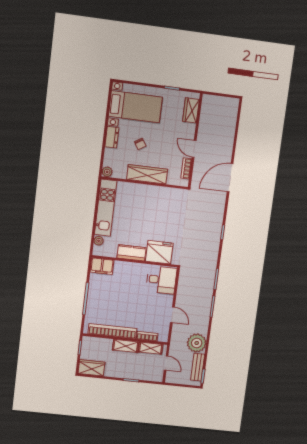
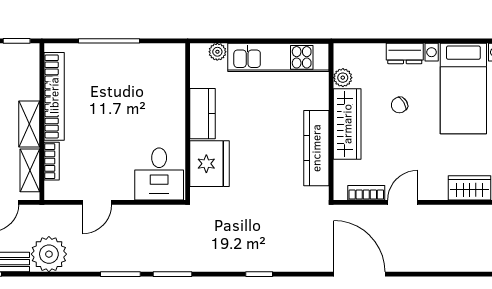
plant: (107, 172) -> (343, 78), moved
kitchen counter: (158, 193) -> (316, 148), added
filing cabinet: (102, 266) -> (172, 63), removed

